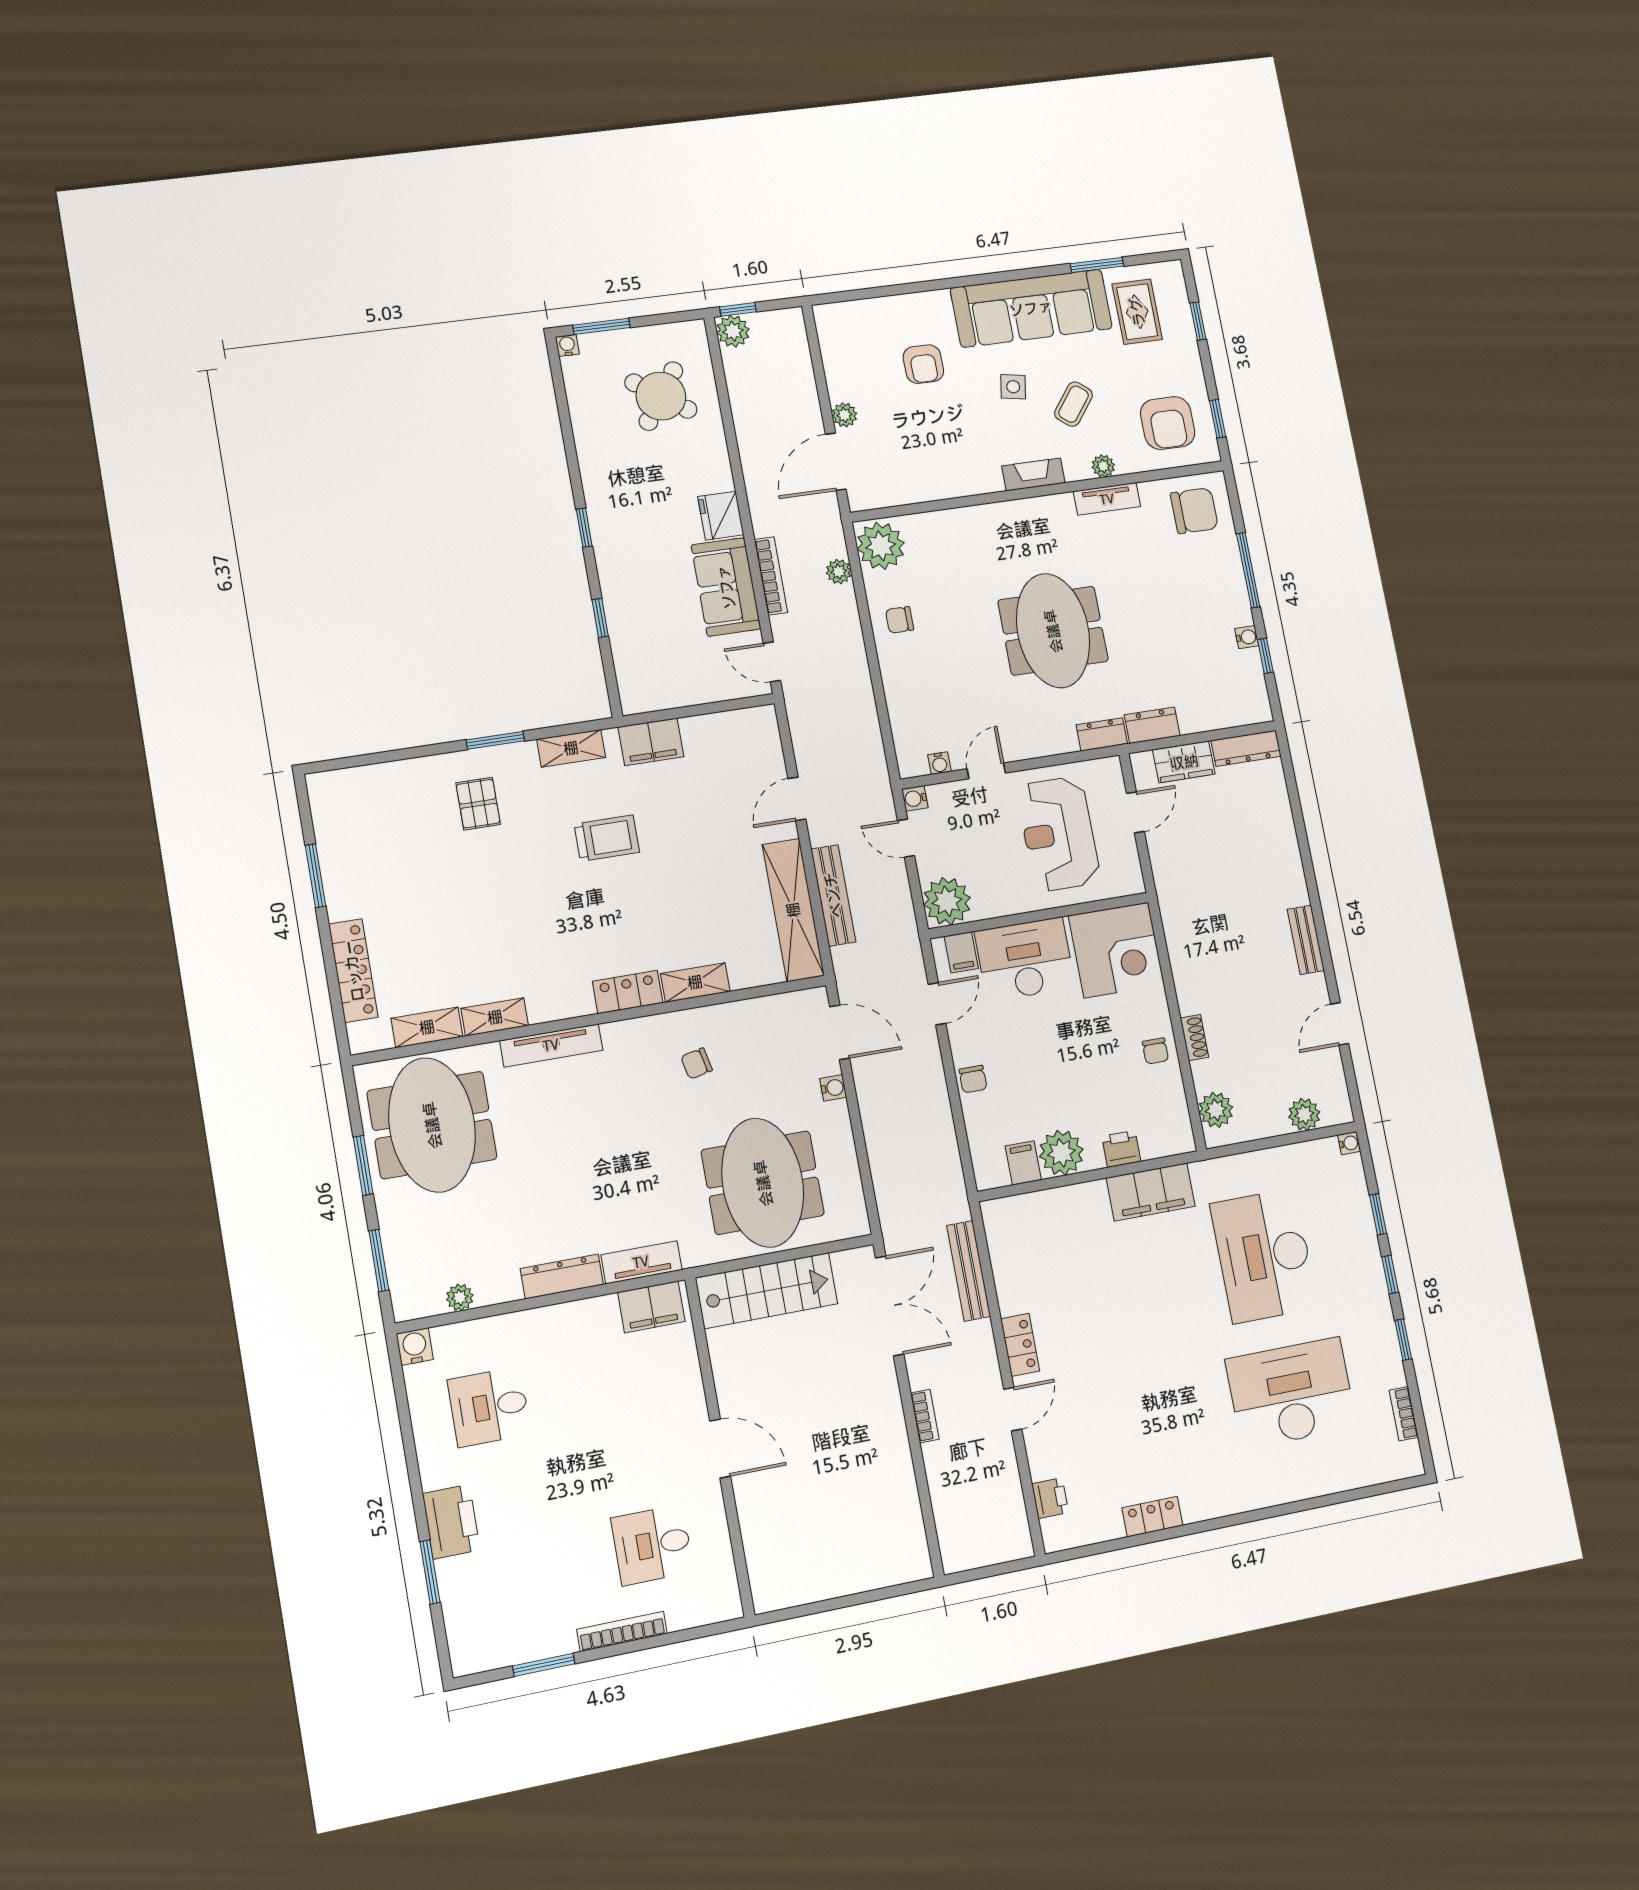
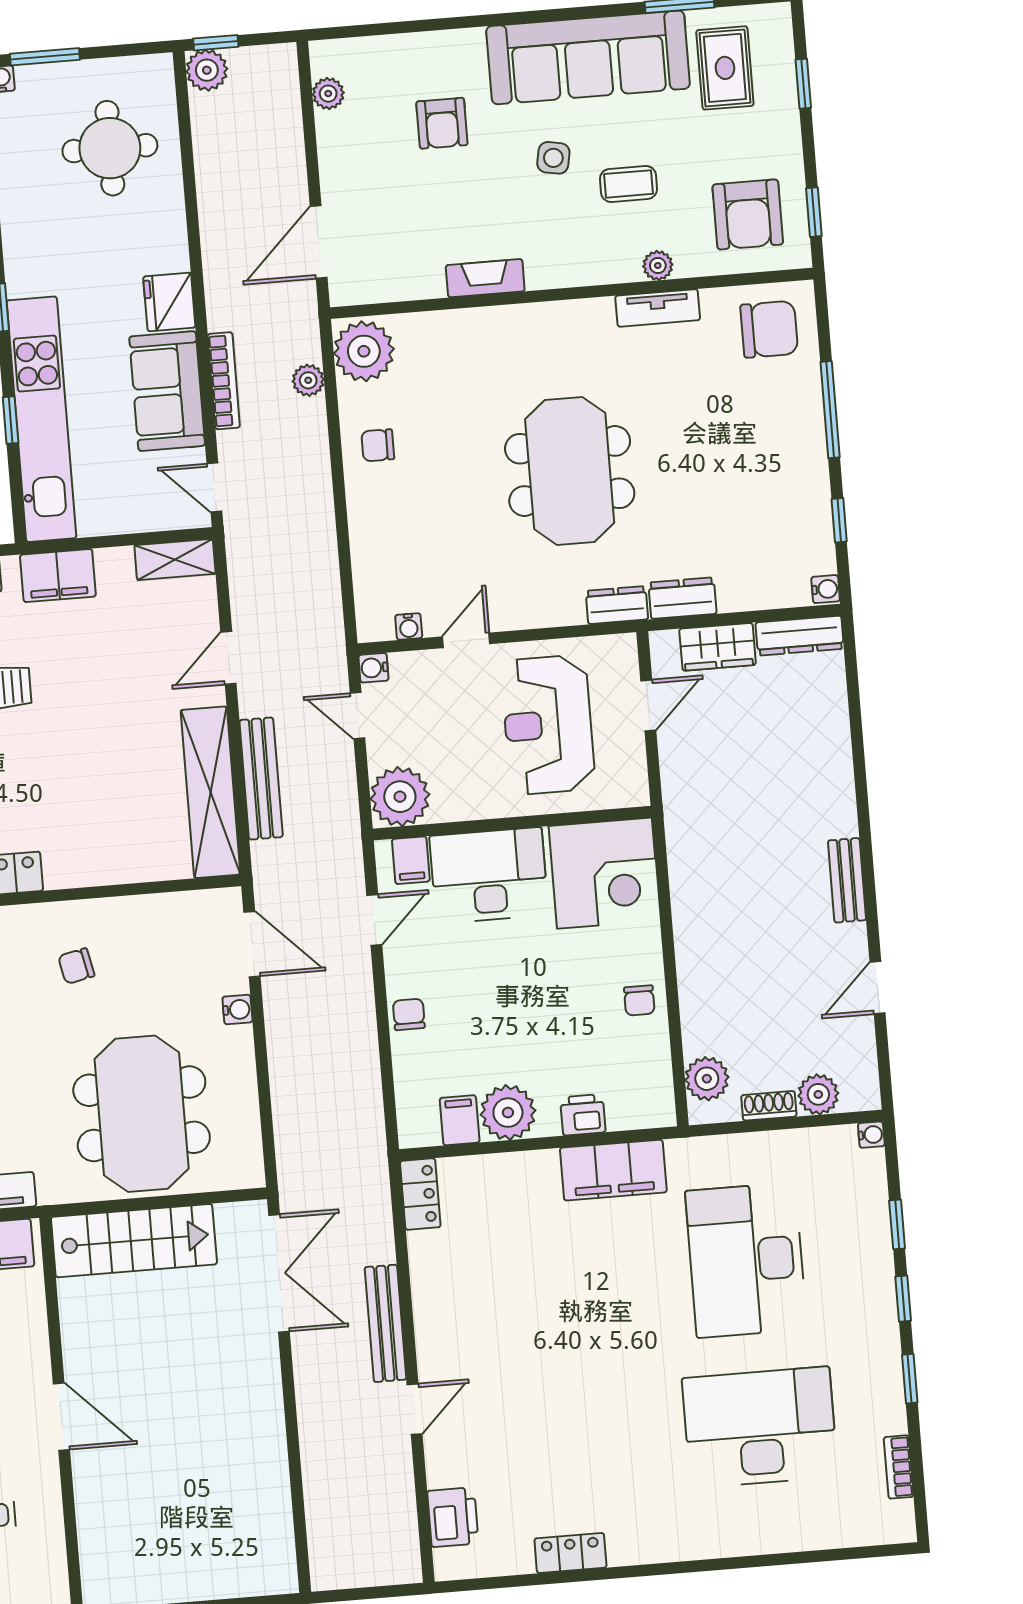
round table: (661, 396) -> (110, 148), turned -35
coffee table: (1074, 404) -> (628, 184), turned 52
plant: (844, 415) -> (328, 94), moved
fireplace: (1033, 474) -> (485, 278), moved
kitchen unit: (626, 616) -> (42, 419), added
water cooler: (1247, 637) -> (826, 589), moved
shelving: (695, 982) -> (175, 560), moved
shoe rack: (1194, 1038) -> (769, 1106), moved, turned -90
chair: (973, 1079) -> (409, 1014), turned 180
bench: (969, 1271) -> (385, 1323), moved
locker: (1020, 1345) -> (420, 1194), moved
bookcase: (925, 1416) -> (308, 1406), removed
printer: (1050, 1498) -> (453, 1517), width x1.36, depth x1.24

